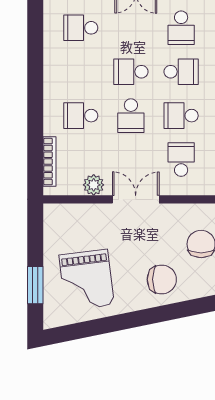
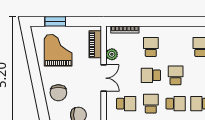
school desk: (181, 72) -> (176, 104), turned -90
piano: (76, 214) -> (95, 44), added
grand piano: (87, 280) -> (58, 50), turned 97

